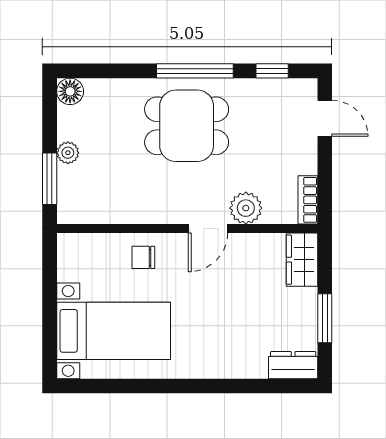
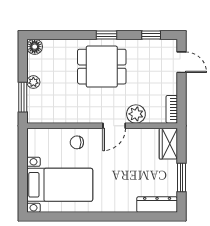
window: (195, 71) -> (107, 35), width x0.46
dresser: (293, 365) -> (157, 205), width x1.44

